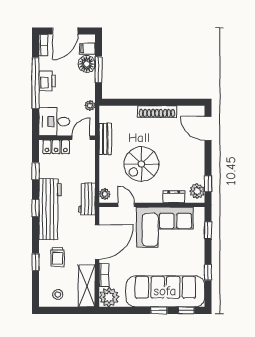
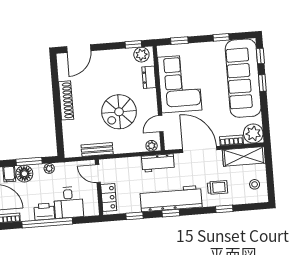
plant: (90, 105) -> (49, 168), moved
desk: (54, 122) -> (68, 202), moved
spiral stairs: (141, 164) -> (119, 112), turned 90

